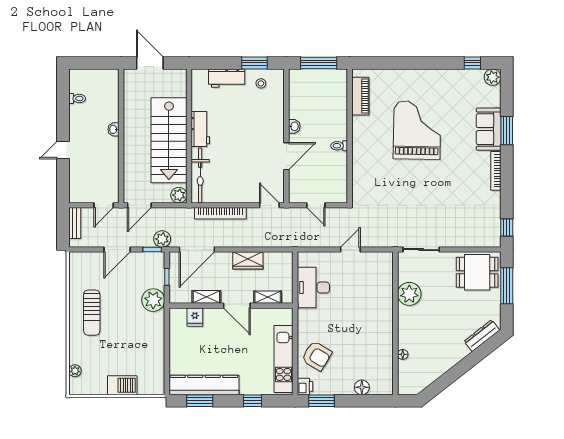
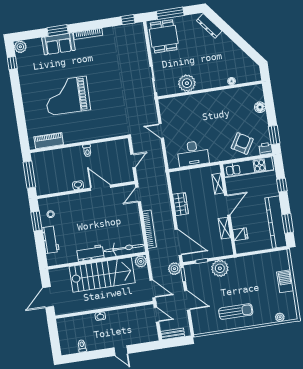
shelving: (206, 297) -> (224, 228), moved
shelving: (268, 297) -> (218, 184), moved
wall: (231, 306) -> (228, 209), moved
door: (237, 306) -> (227, 205), moved
fridge: (195, 317) -> (240, 234), moved

